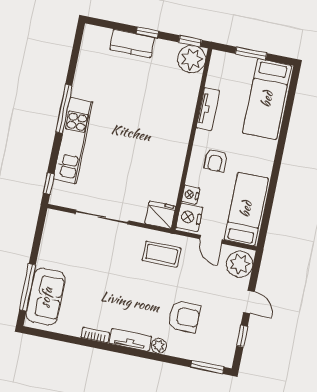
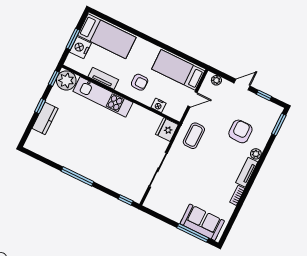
kitchen unit: (73, 141) -> (103, 97), moved, turned 180
nightstand: (189, 217) -> (80, 48), moved, turned 90
plant: (240, 264) -> (216, 80), width x0.53, depth x0.53

